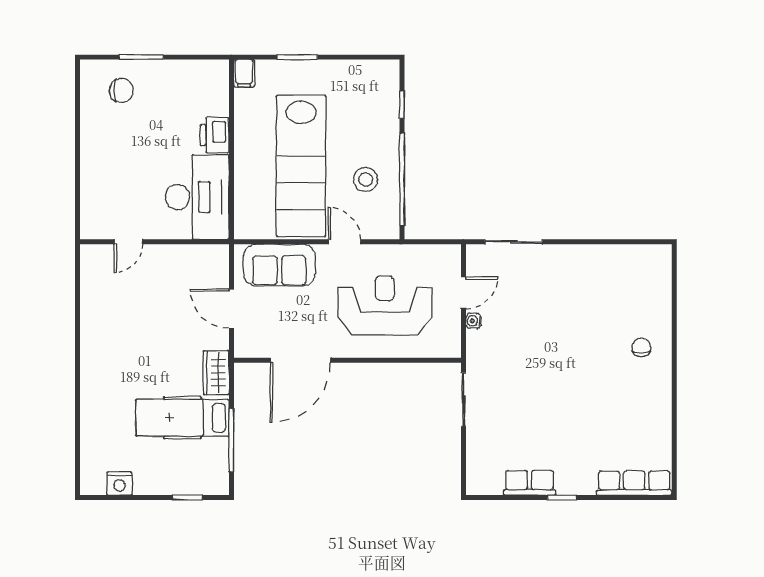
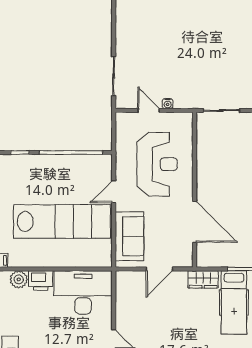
plant: (216, 103) -> (19, 279), added
stool: (366, 180) -> (71, 177), removed
reception desk: (385, 305) -> (157, 164), turned 180

